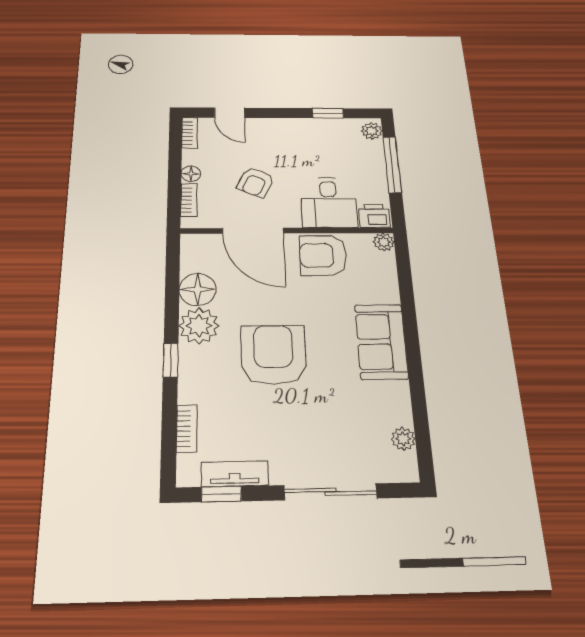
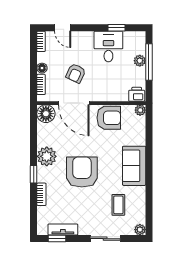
plant: (372, 131) -> (140, 61), moved
desk: (329, 203) -> (108, 46), moved, turned 180
armchair: (323, 255) -> (109, 118), turned 180
floor lamp: (198, 289) -> (46, 114), moved
coffee table: (355, 419) -> (118, 205), added
bookcase: (187, 428) -> (41, 194), moved
plant: (403, 439) -> (140, 230), moved
sliding door: (331, 492) -> (105, 239), width x0.73

